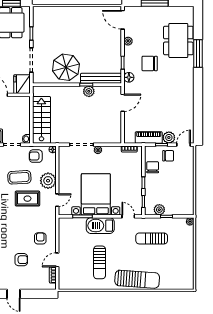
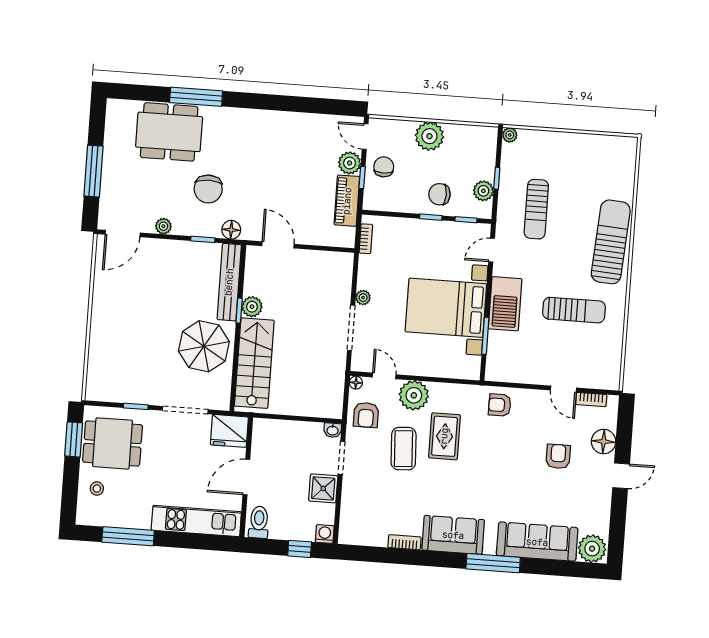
stairs: (41, 120) -> (254, 363), moved, turned 90
chair: (153, 167) -> (439, 194), moved
plant: (186, 179) -> (429, 136), added
door: (57, 200) -> (384, 376), moved
armchair: (40, 238) -> (500, 405), moved
floor lamp: (31, 283) -> (604, 442), added

